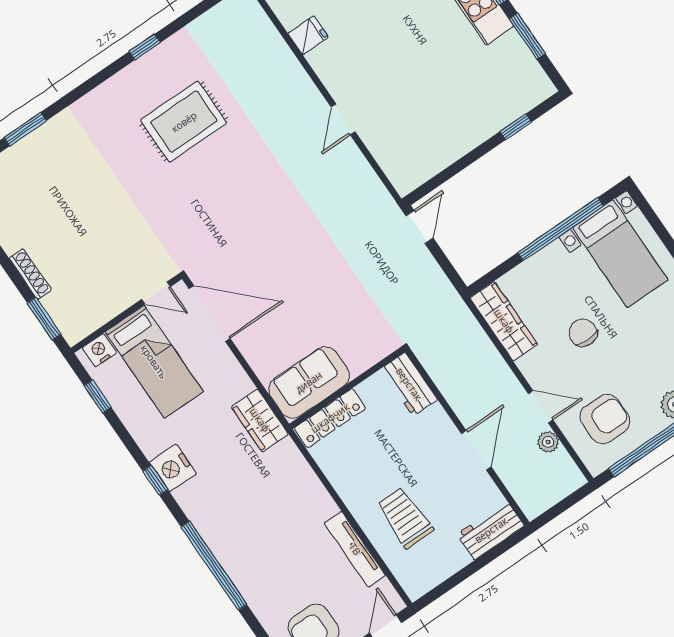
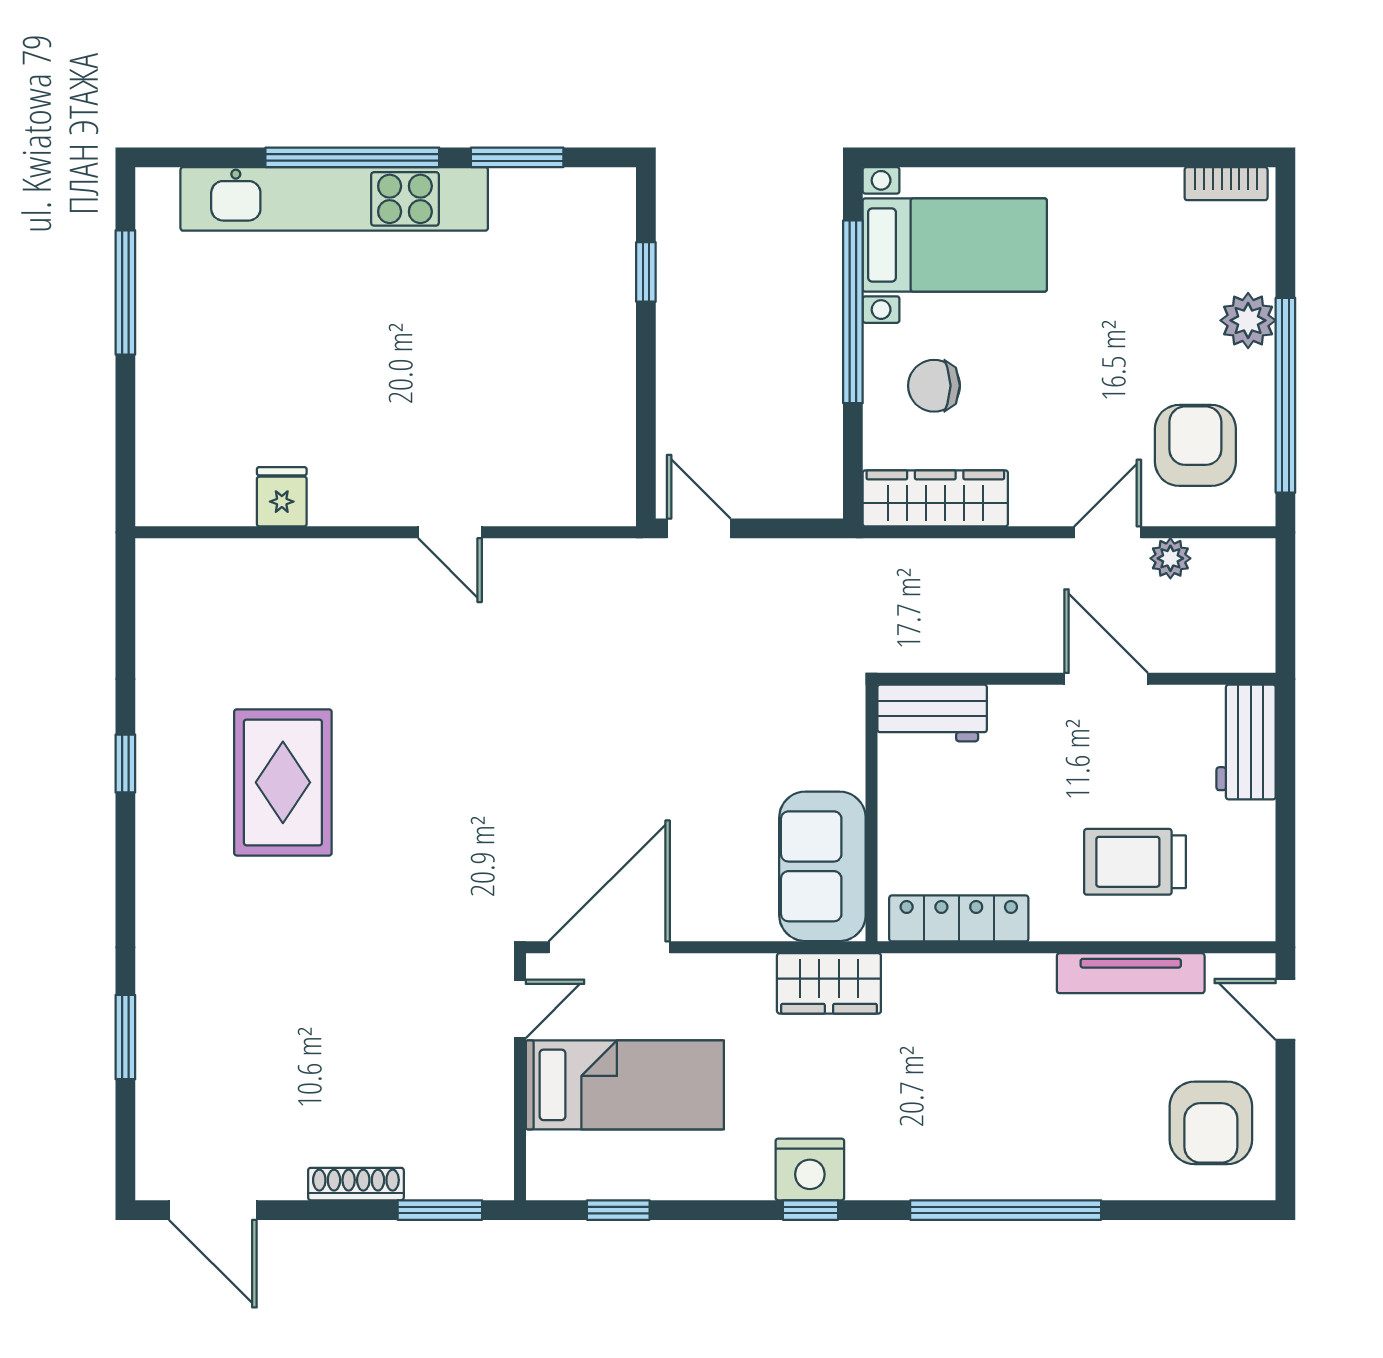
chair: (583, 333) -> (934, 386), moved
nightstand: (99, 350) -> (548, 1158), removed
locker: (330, 418) -> (959, 918), moved, turned -90

